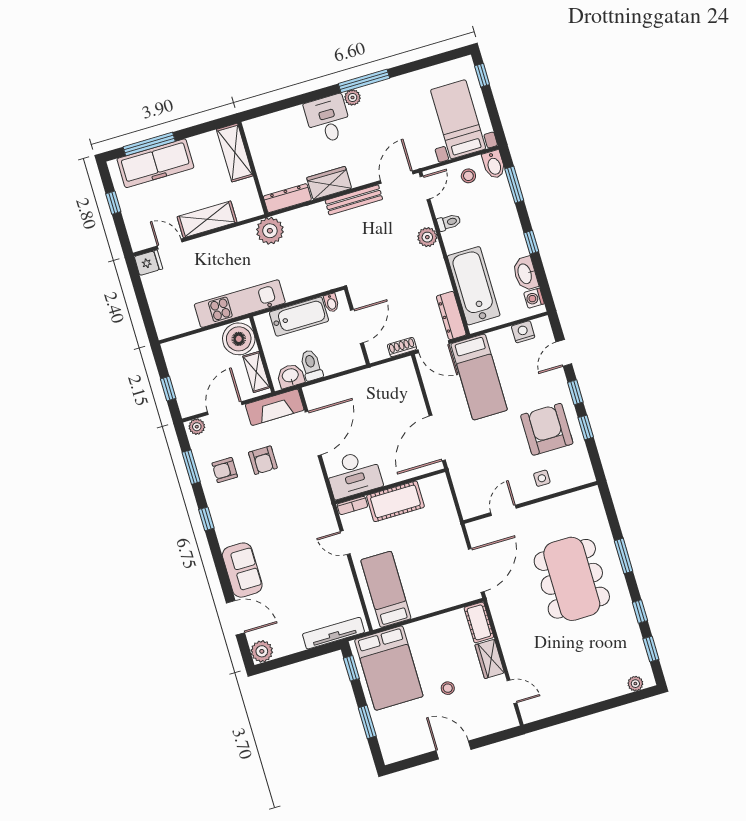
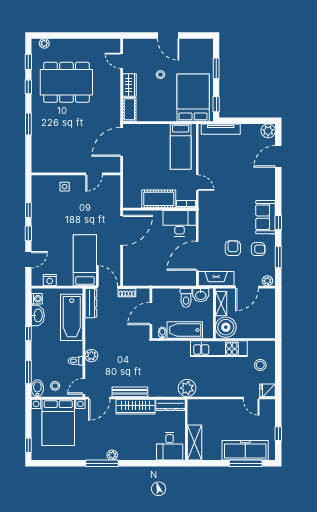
desk: (328, 119) -> (170, 446), moved
bed with nightstands: (458, 119) -> (58, 422), width x1.36
wardrobe: (329, 183) -> (136, 407), width x1.50
shelving: (207, 219) -> (224, 406), removed
stool: (171, 297) -> (260, 365), added
window: (168, 389) -> (278, 309), removed
armchair: (547, 429) -> (53, 216), removed
sofa: (242, 570) -> (266, 217), moved
dining table: (572, 579) -> (66, 82), moved, turned 90
door: (236, 618) -> (278, 156), hinge flipped

